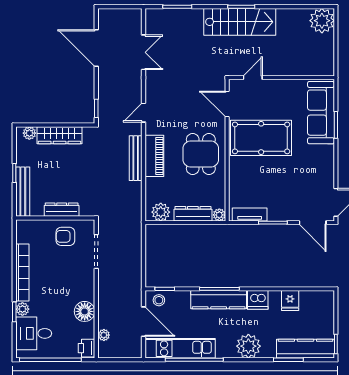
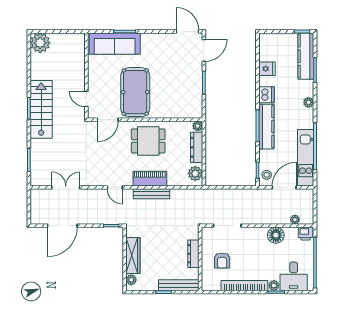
tv unit: (250, 215) -> (197, 101), removed
armchair: (65, 236) -> (222, 261), moved
plant: (248, 346) -> (308, 102), width x0.53, depth x0.53

